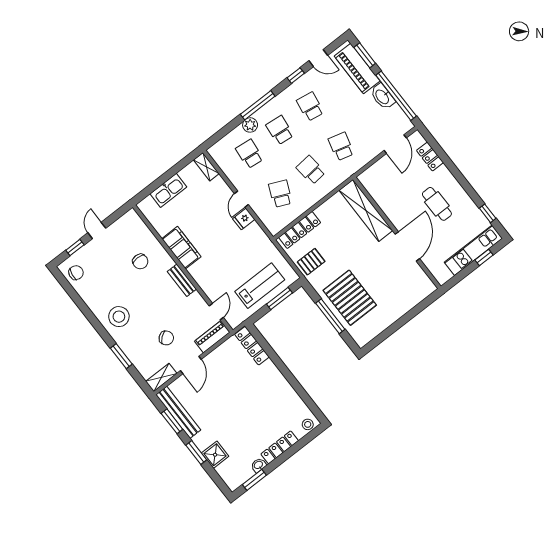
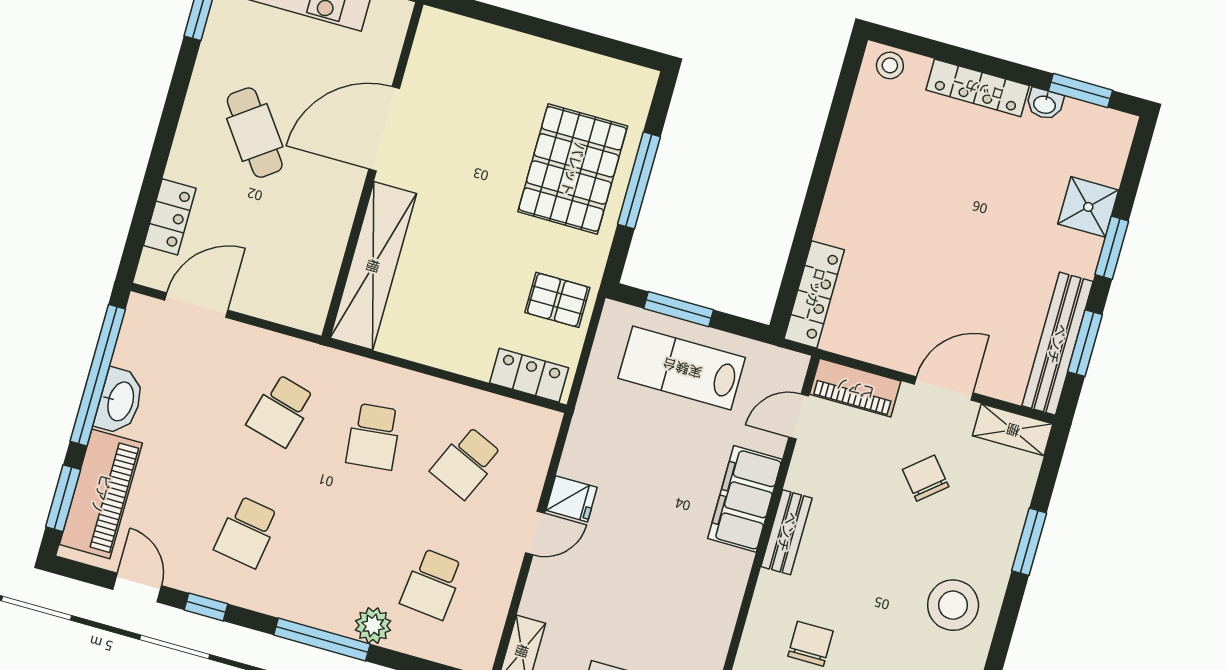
school desk: (280, 130) -> (340, 558), removed
cafe table: (437, 204) -> (255, 133), turned -36
locker: (300, 230) -> (529, 375), width x0.66
filing cabinet: (181, 248) -> (745, 499), moved

